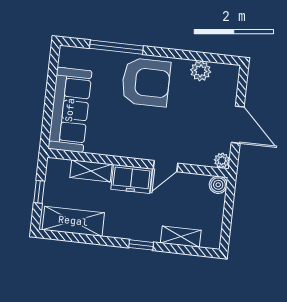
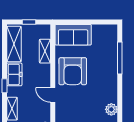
armchair: (146, 82) -> (73, 71), moved
sofa: (70, 110) -> (73, 35), width x0.73
freezer: (131, 179) -> (14, 74), moved, turned 180

